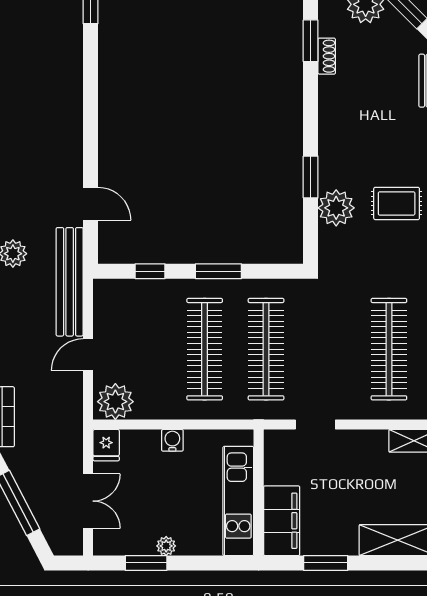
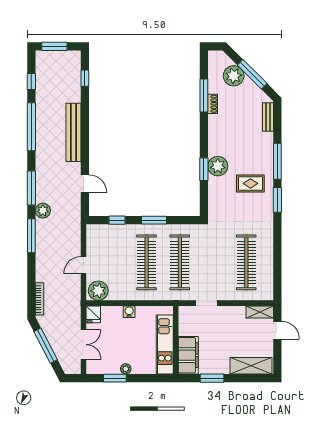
window: (311, 41) -> (204, 95), width x1.44
plant: (336, 208) -> (218, 166), moved
bench: (70, 282) -> (73, 132), moved

